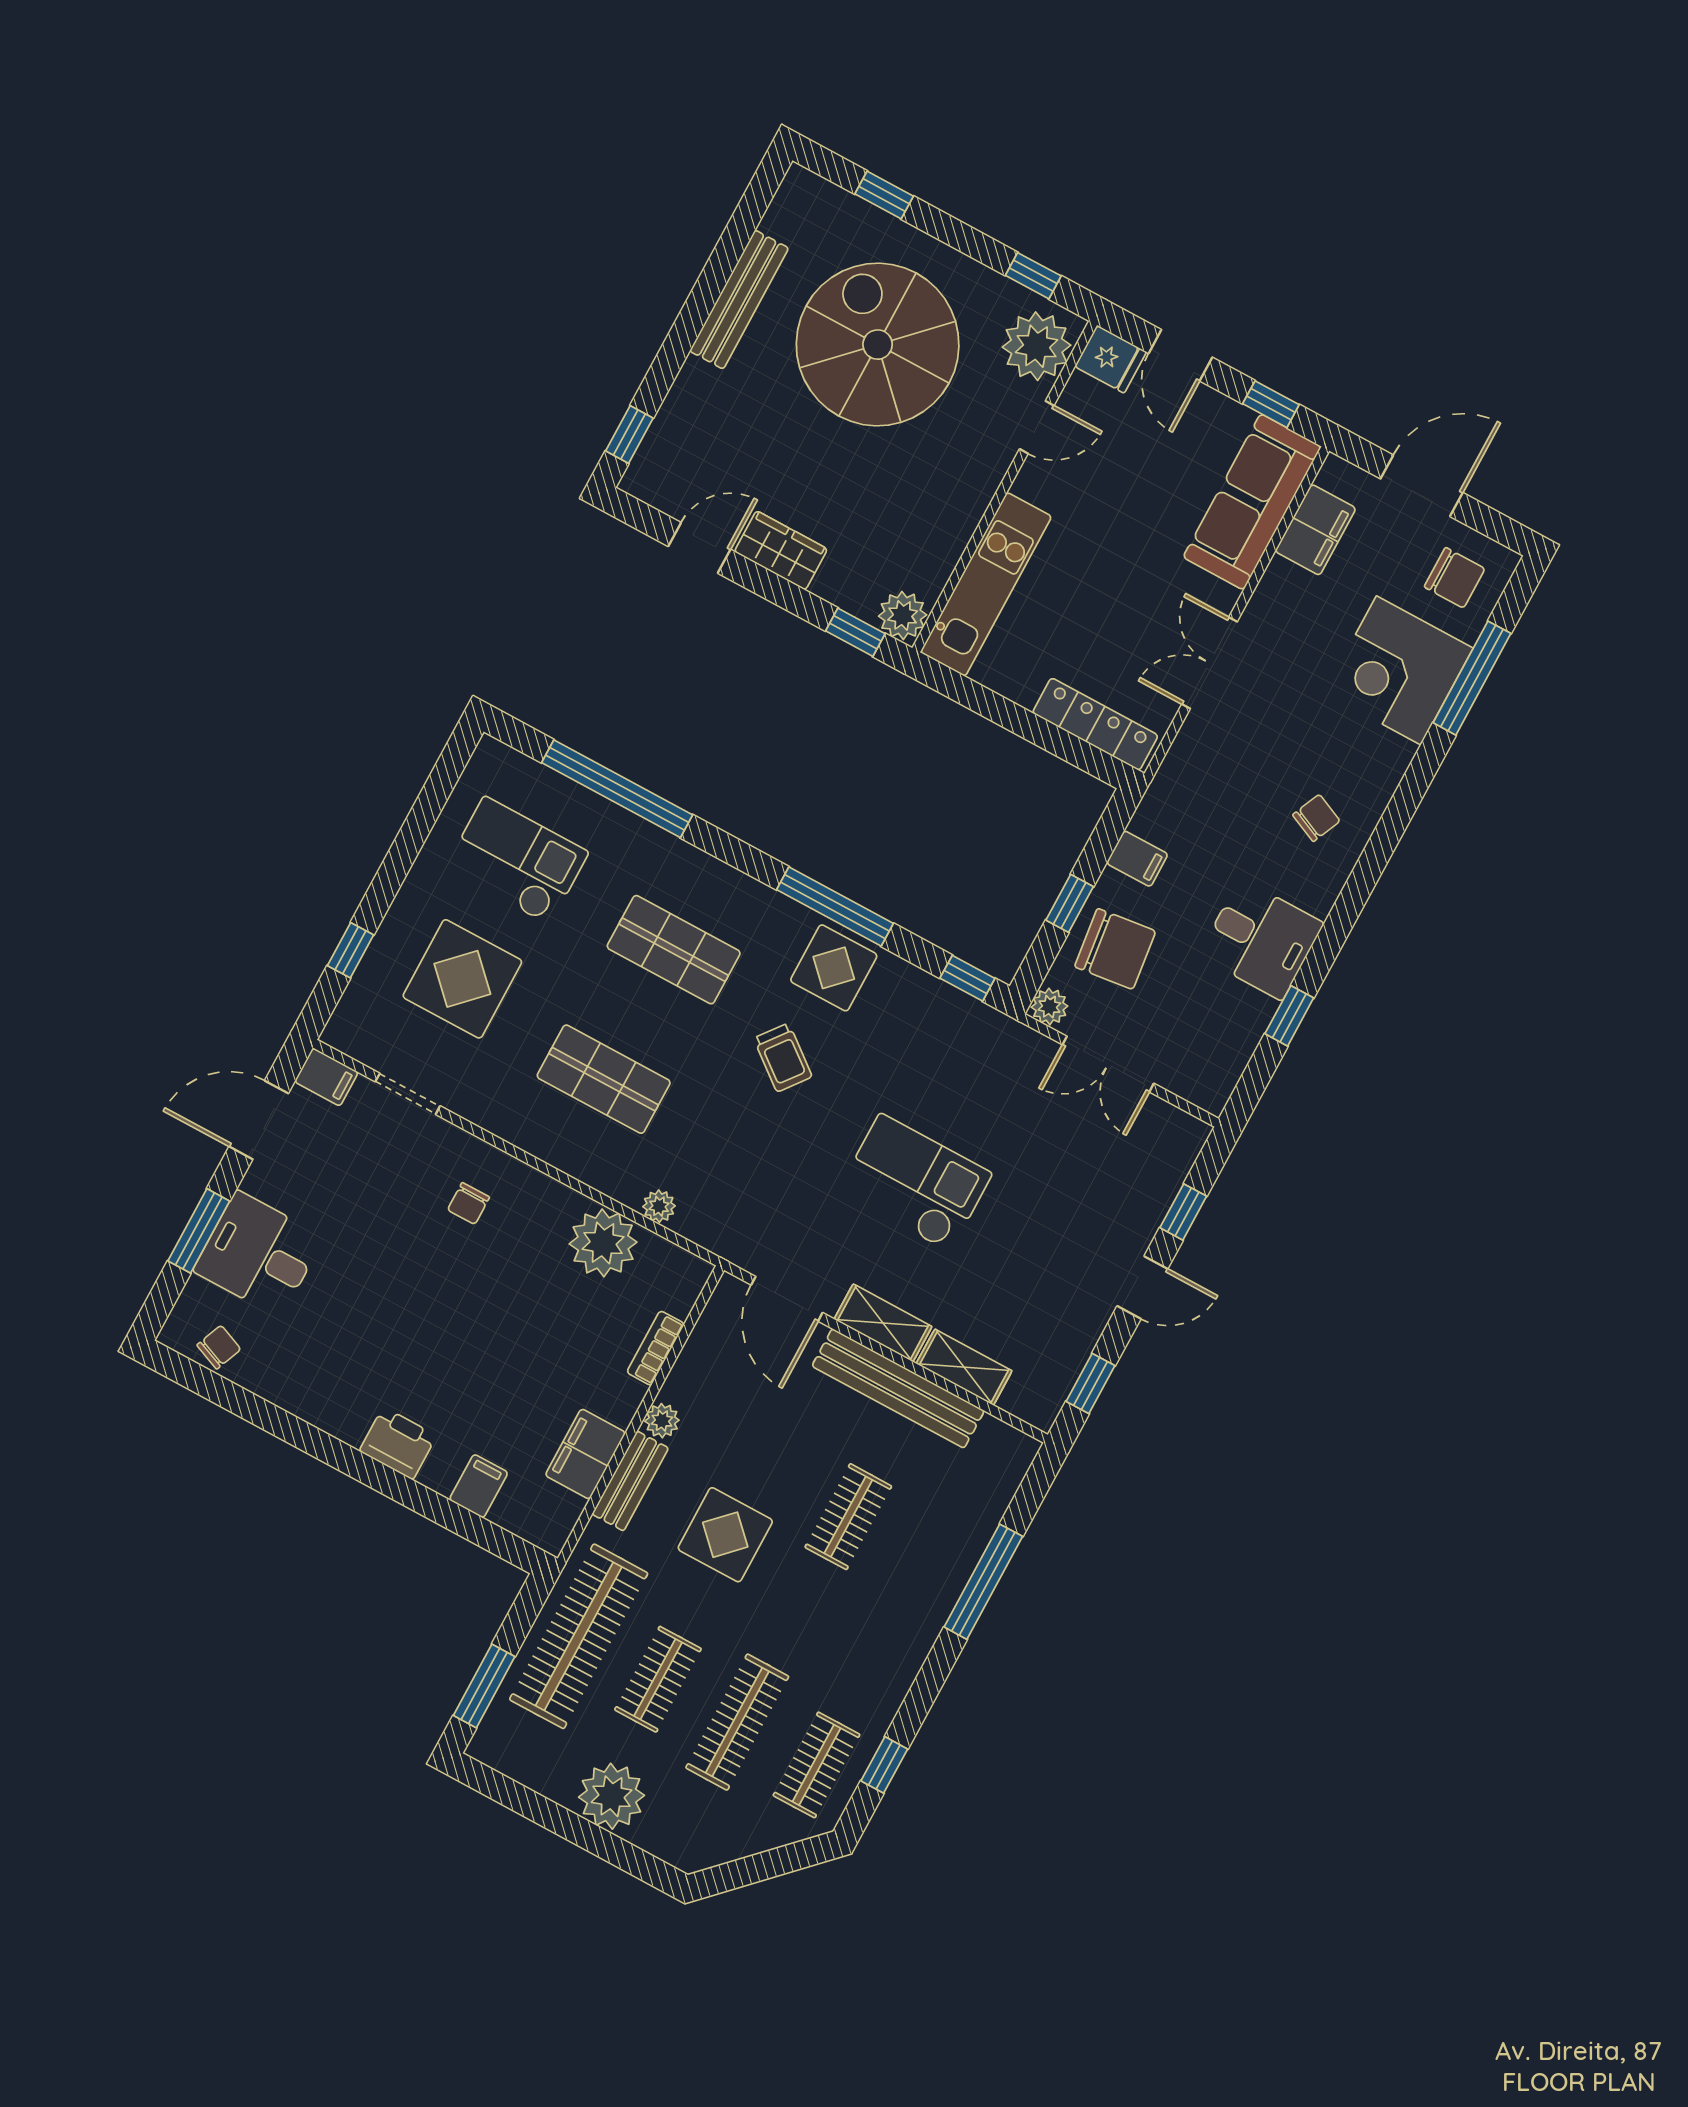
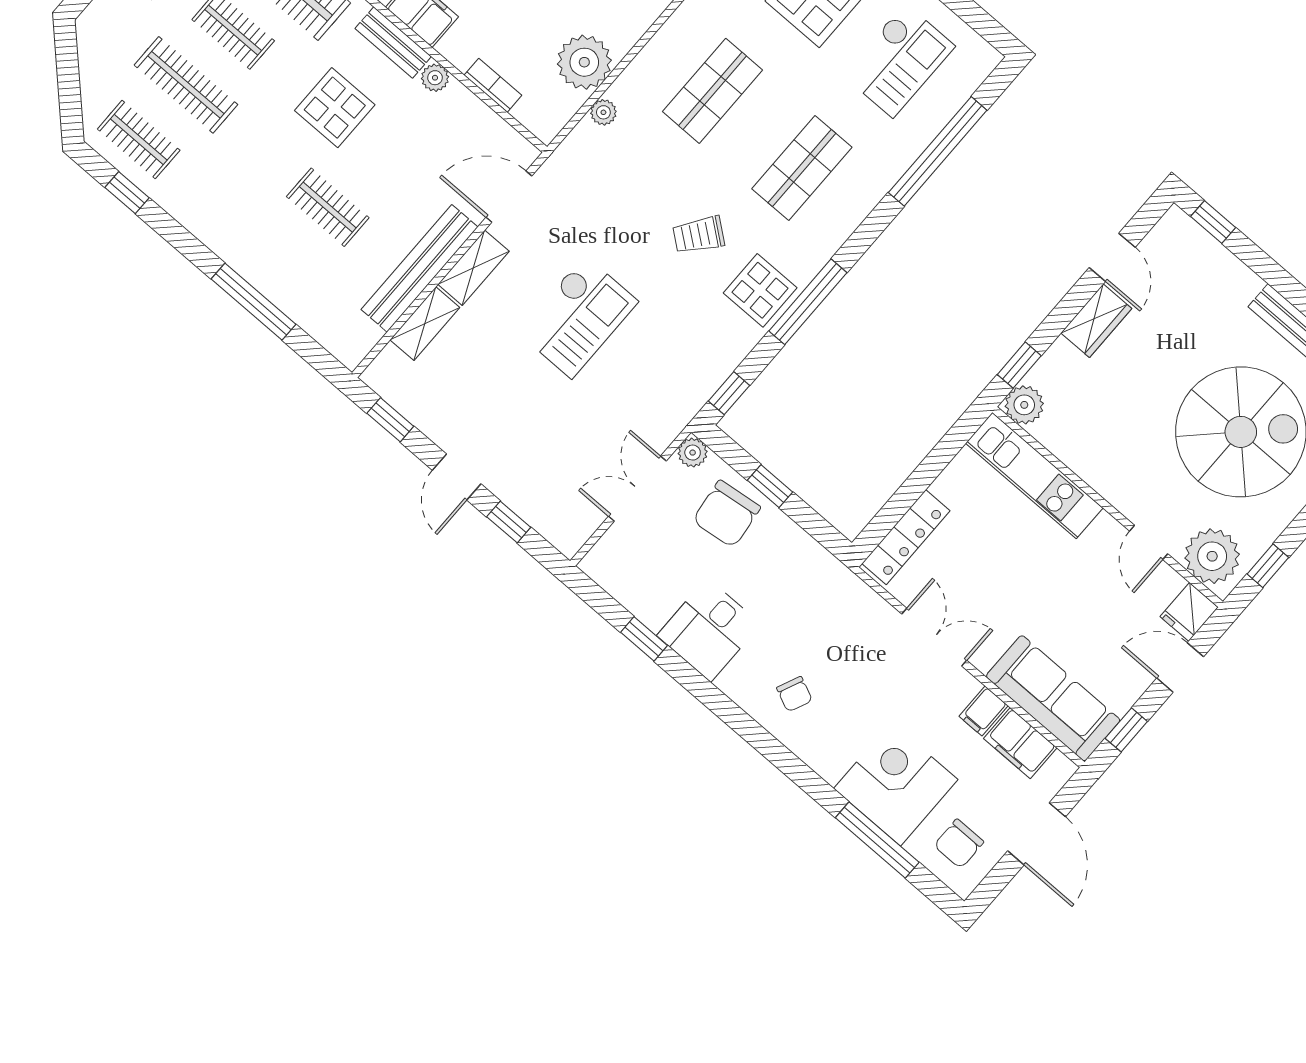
filing cabinet: (1137, 859) -> (984, 711), moved

